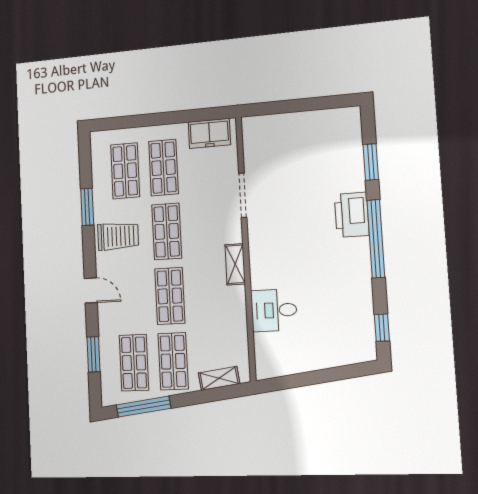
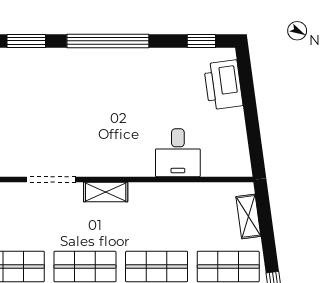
printer: (352, 215) -> (223, 85), moved, turned 82
shelving: (235, 264) -> (106, 192), moved

